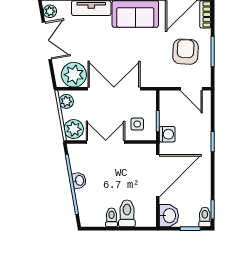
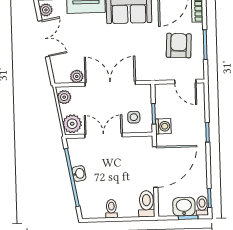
plant: (74, 75) -> (77, 76), width x0.53, depth x0.53
toilet: (127, 213) -> (146, 204), moved
washbasin: (169, 216) -> (184, 207), moved, turned -90

